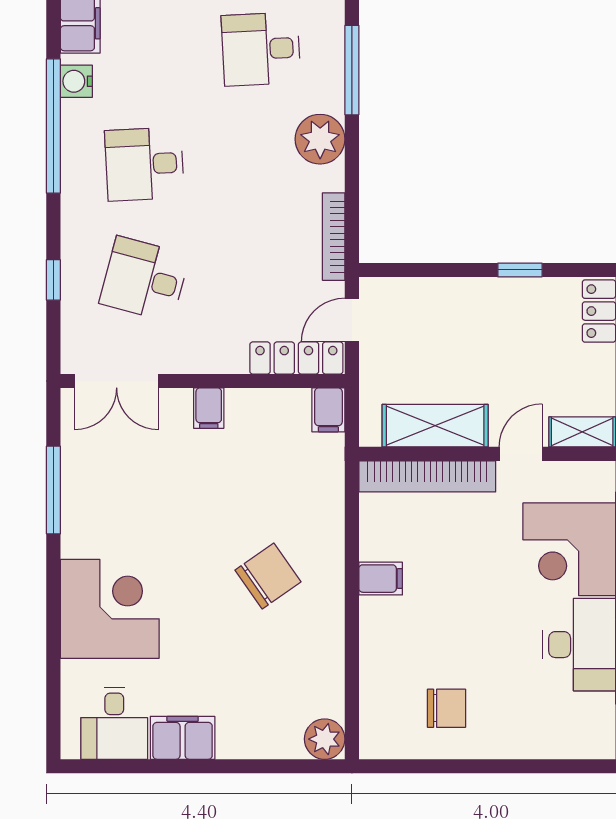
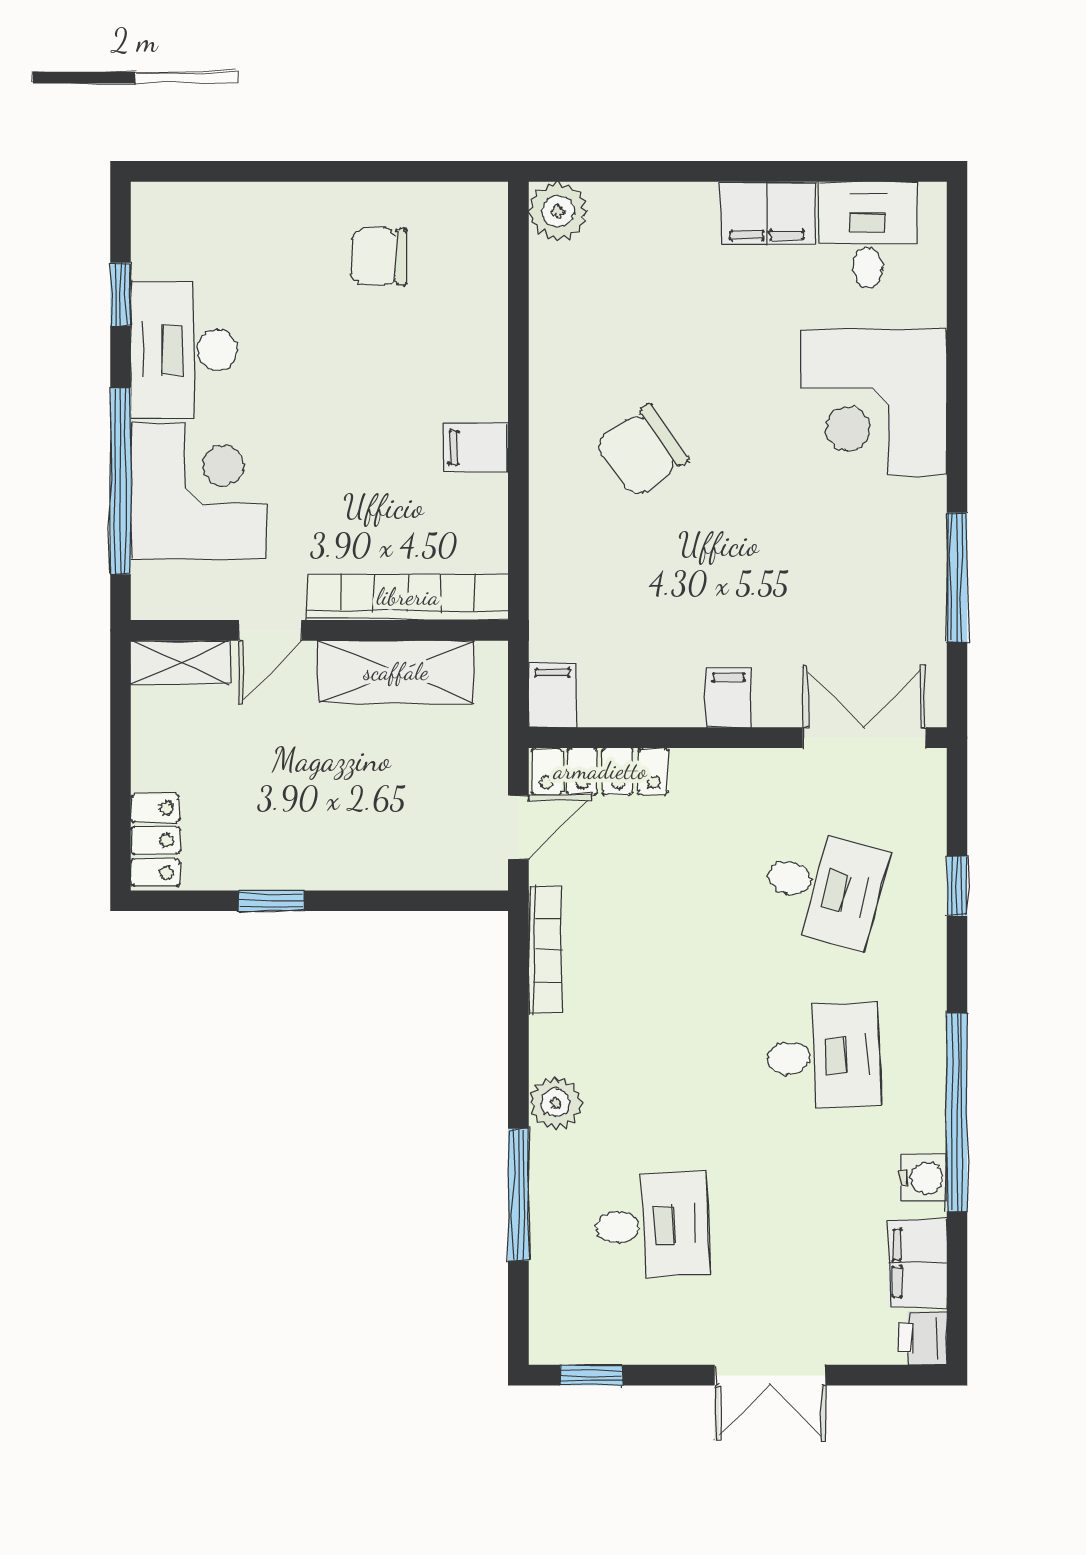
plant: (320, 139) -> (555, 1103), width x0.73, depth x0.73

